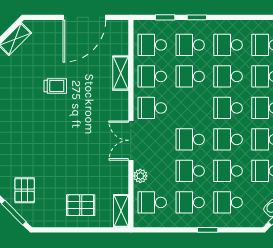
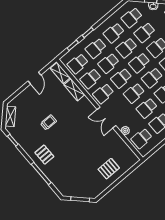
door: (84, 17) -> (34, 78), width x0.53
school desk: (190, 108) -> (121, 78), added
pallet: (25, 190) -> (44, 155), moved
shelving: (121, 211) -> (60, 73), moved

